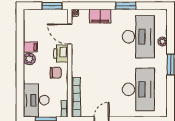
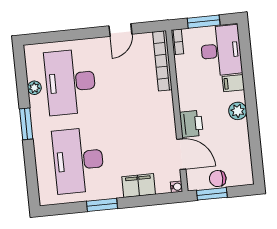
plant: (163, 42) -> (34, 88), moved
filing cabinet: (30, 47) -> (233, 83), moved
chair: (56, 73) -> (218, 179), moved

